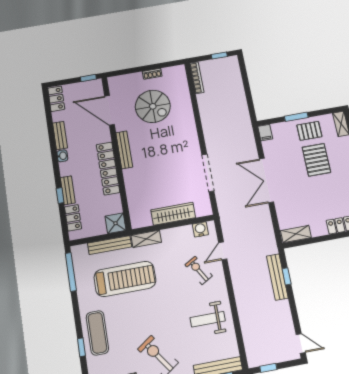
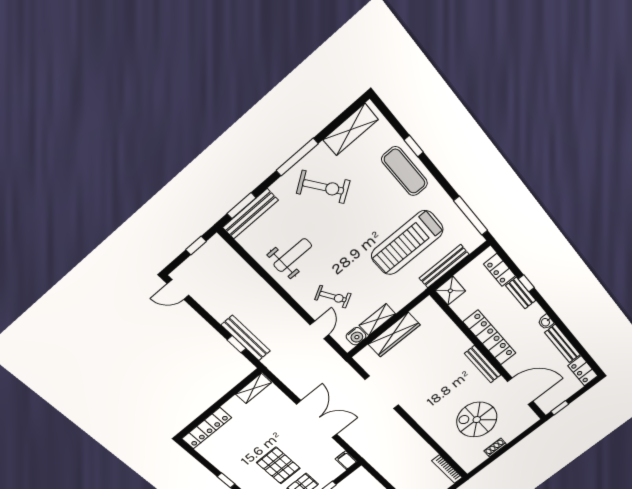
bench: (60, 136) -> (563, 344), width x1.36
shelving: (146, 239) -> (377, 320), moved

